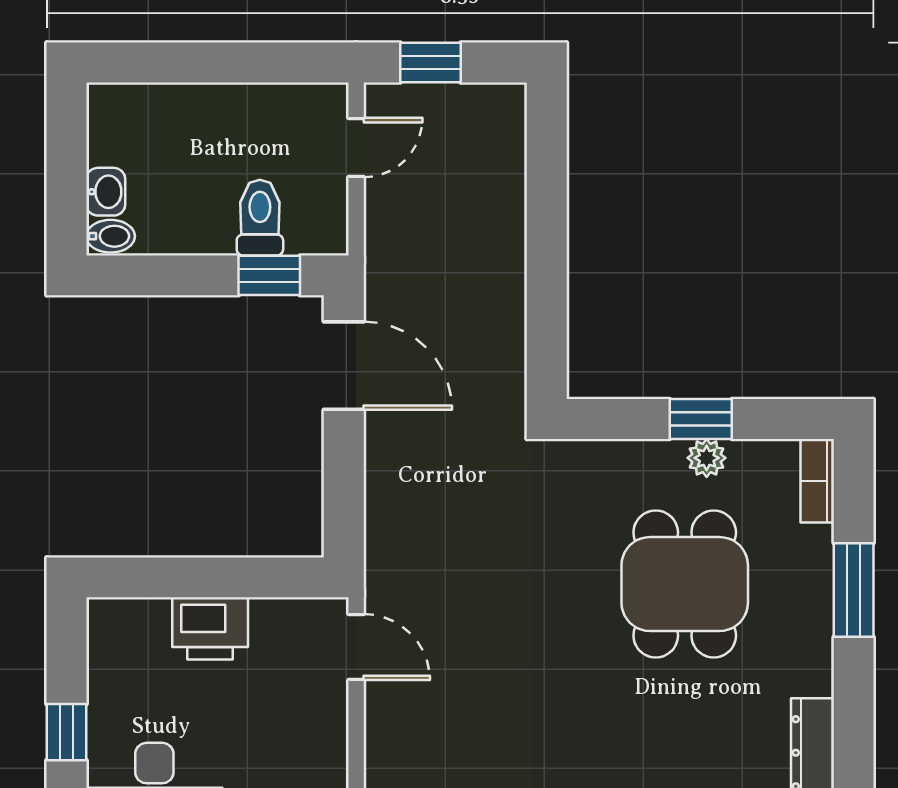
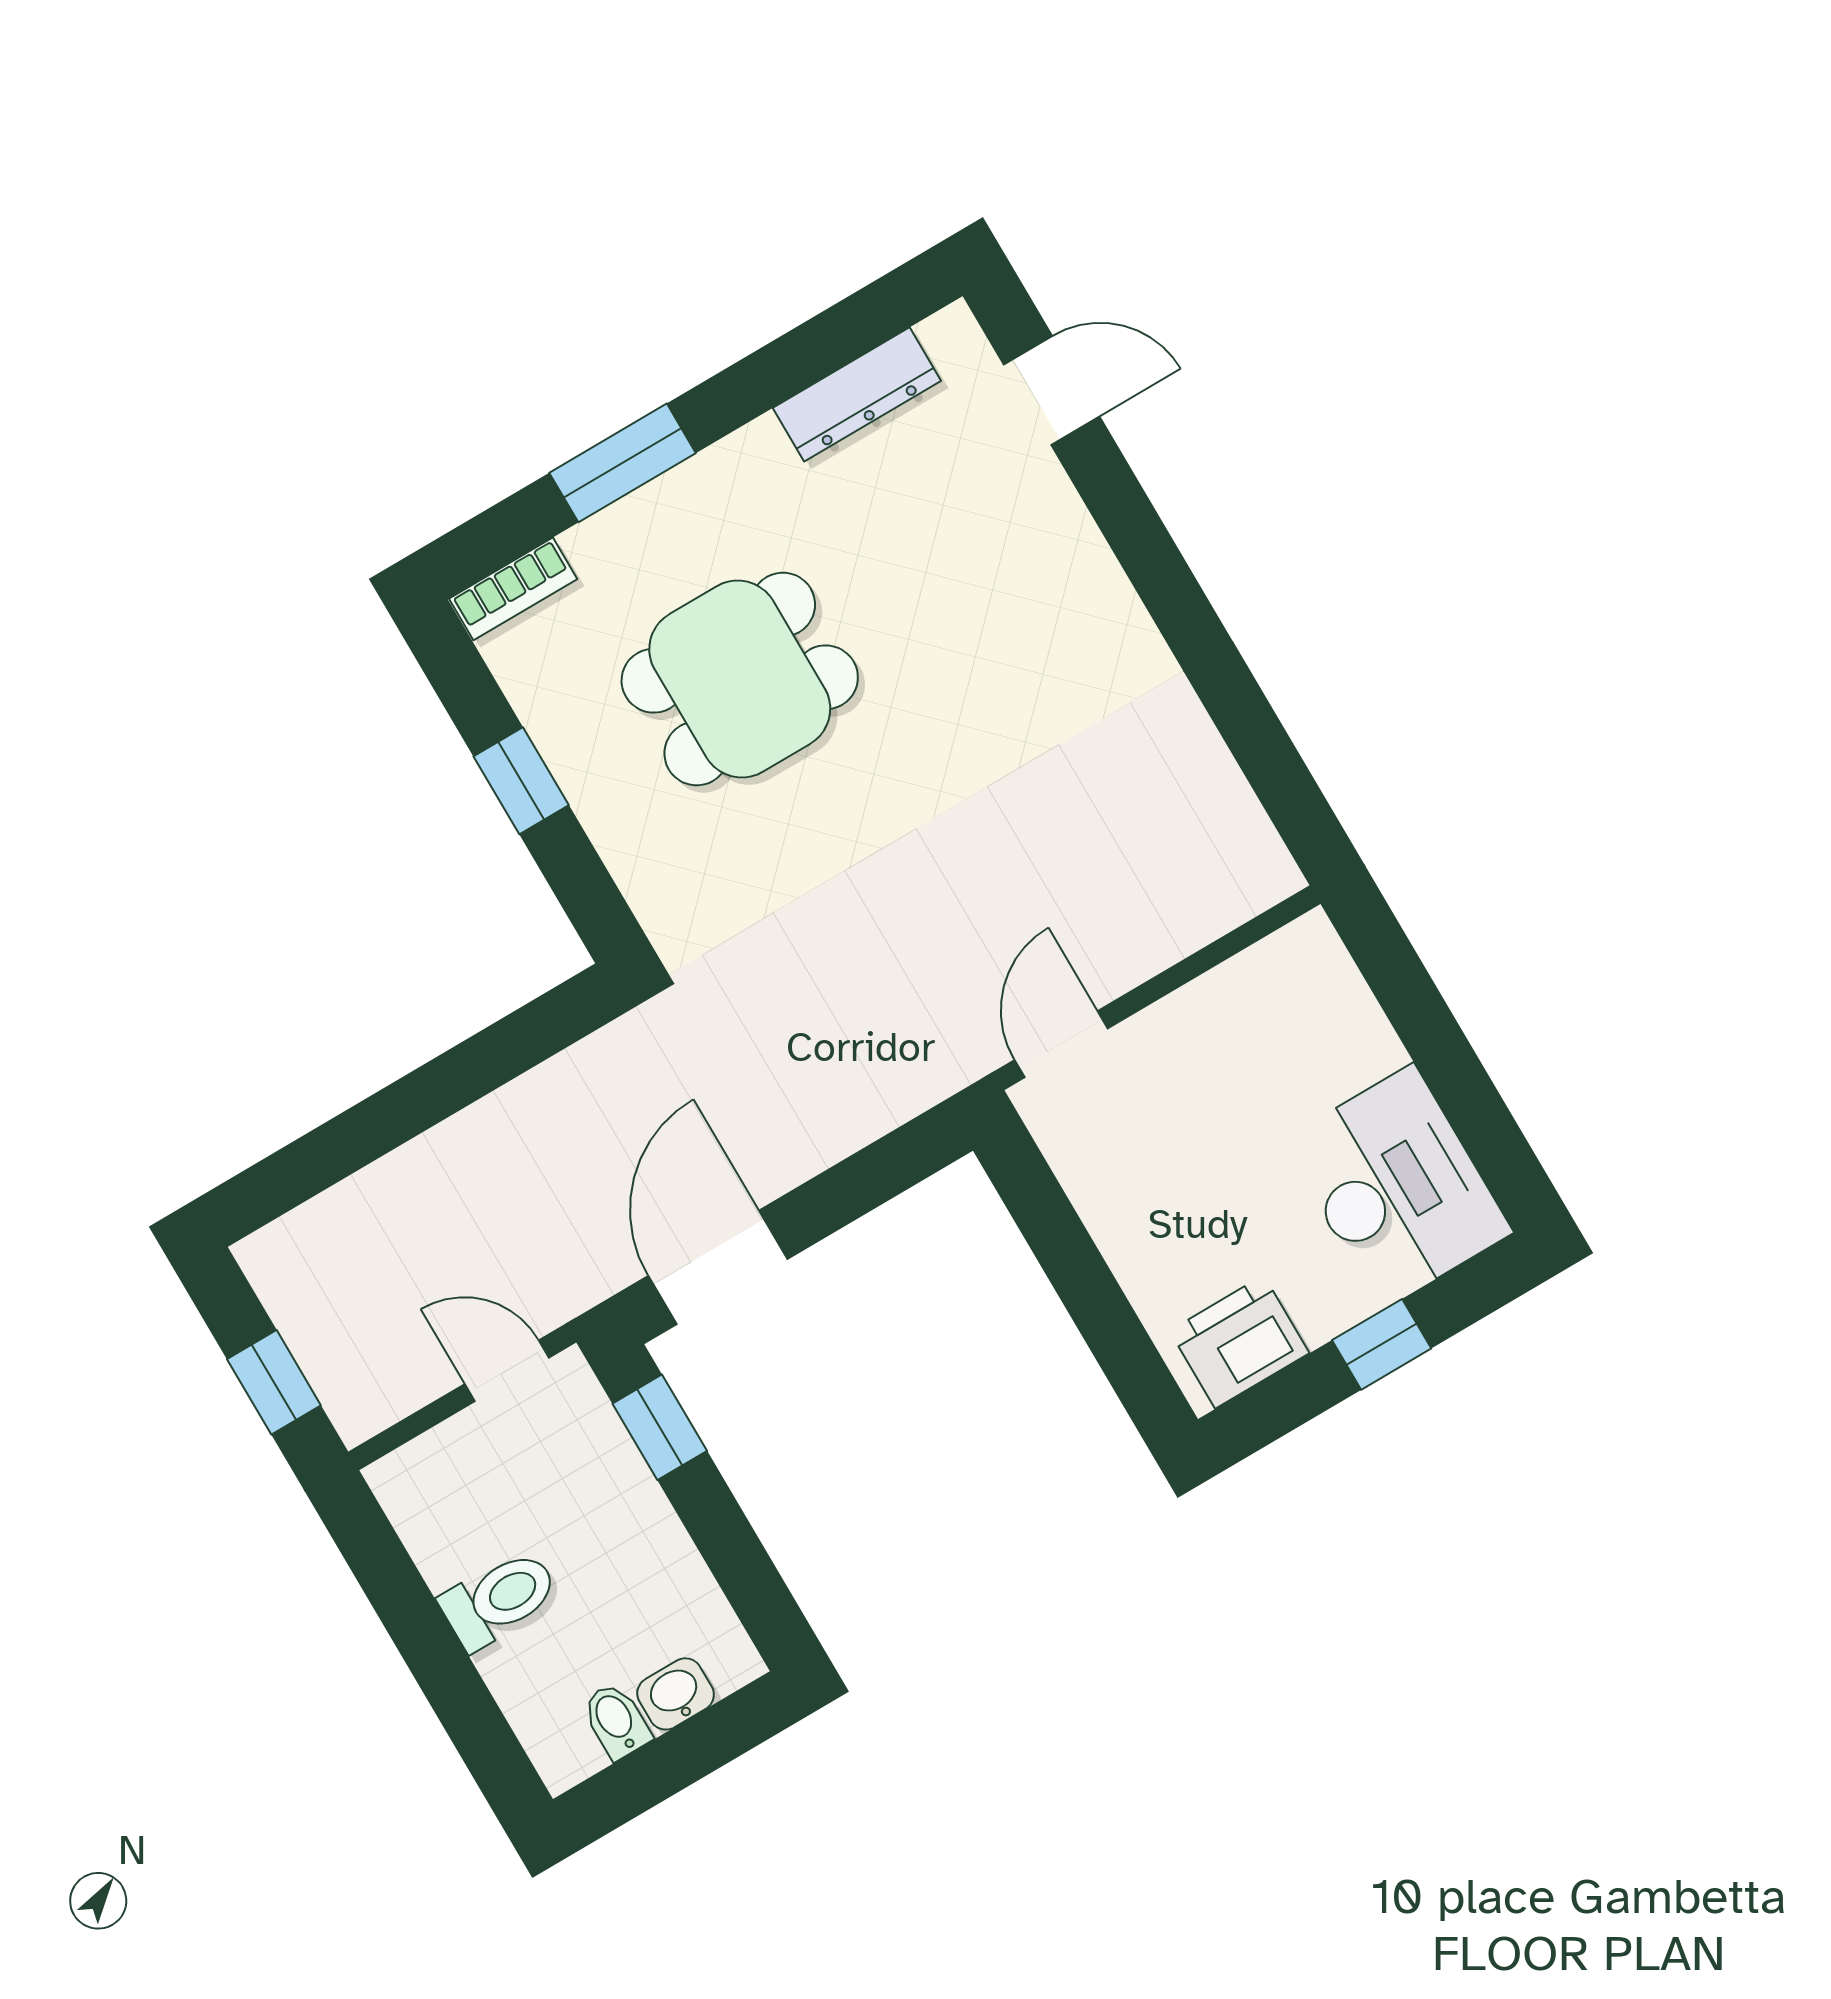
door: (356, 148) -> (507, 1371), moved
toilet: (260, 218) -> (499, 1599), moved, turned 180
bidet: (111, 236) -> (616, 1721), moved
plant: (707, 458) -> (566, 745), removed
printer: (210, 628) -> (1239, 1342), moved, turned -90

